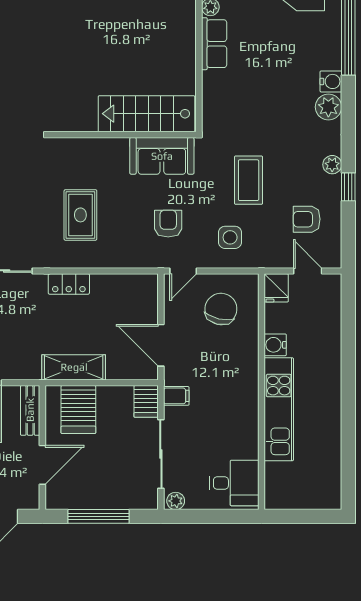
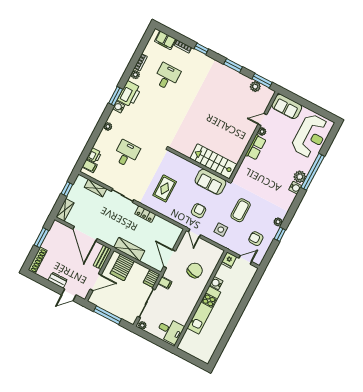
plant: (328, 107) -> (300, 177), moved
door: (183, 271) -> (194, 233), hinge flipped
door: (308, 271) -> (245, 260), hinge flipped
chair: (221, 309) -> (195, 270), moved

